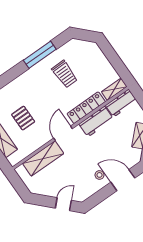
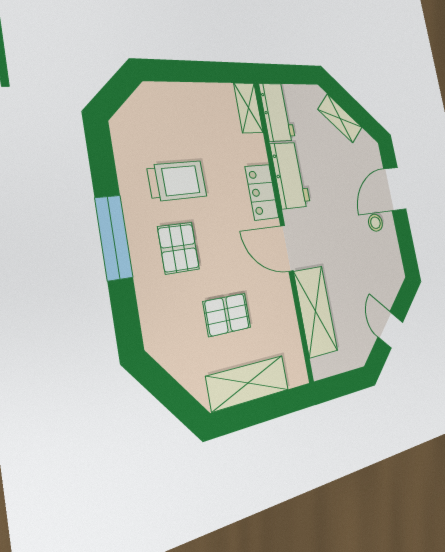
window: (40, 55) -> (114, 238), moved
pallet: (39, 87) -> (179, 248), added
locker: (86, 108) -> (262, 192), width x0.66
door: (63, 204) -> (390, 330), moved

